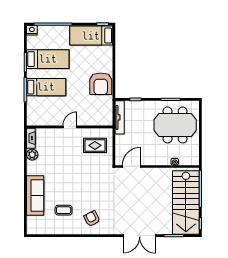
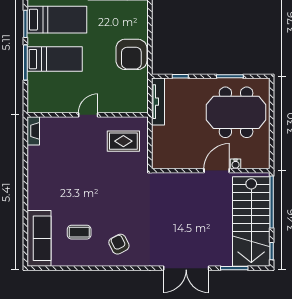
plant: (32, 155) -> (35, 154), removed
door: (132, 166) -> (217, 171), moved
sofa: (35, 195) -> (39, 238), moved

